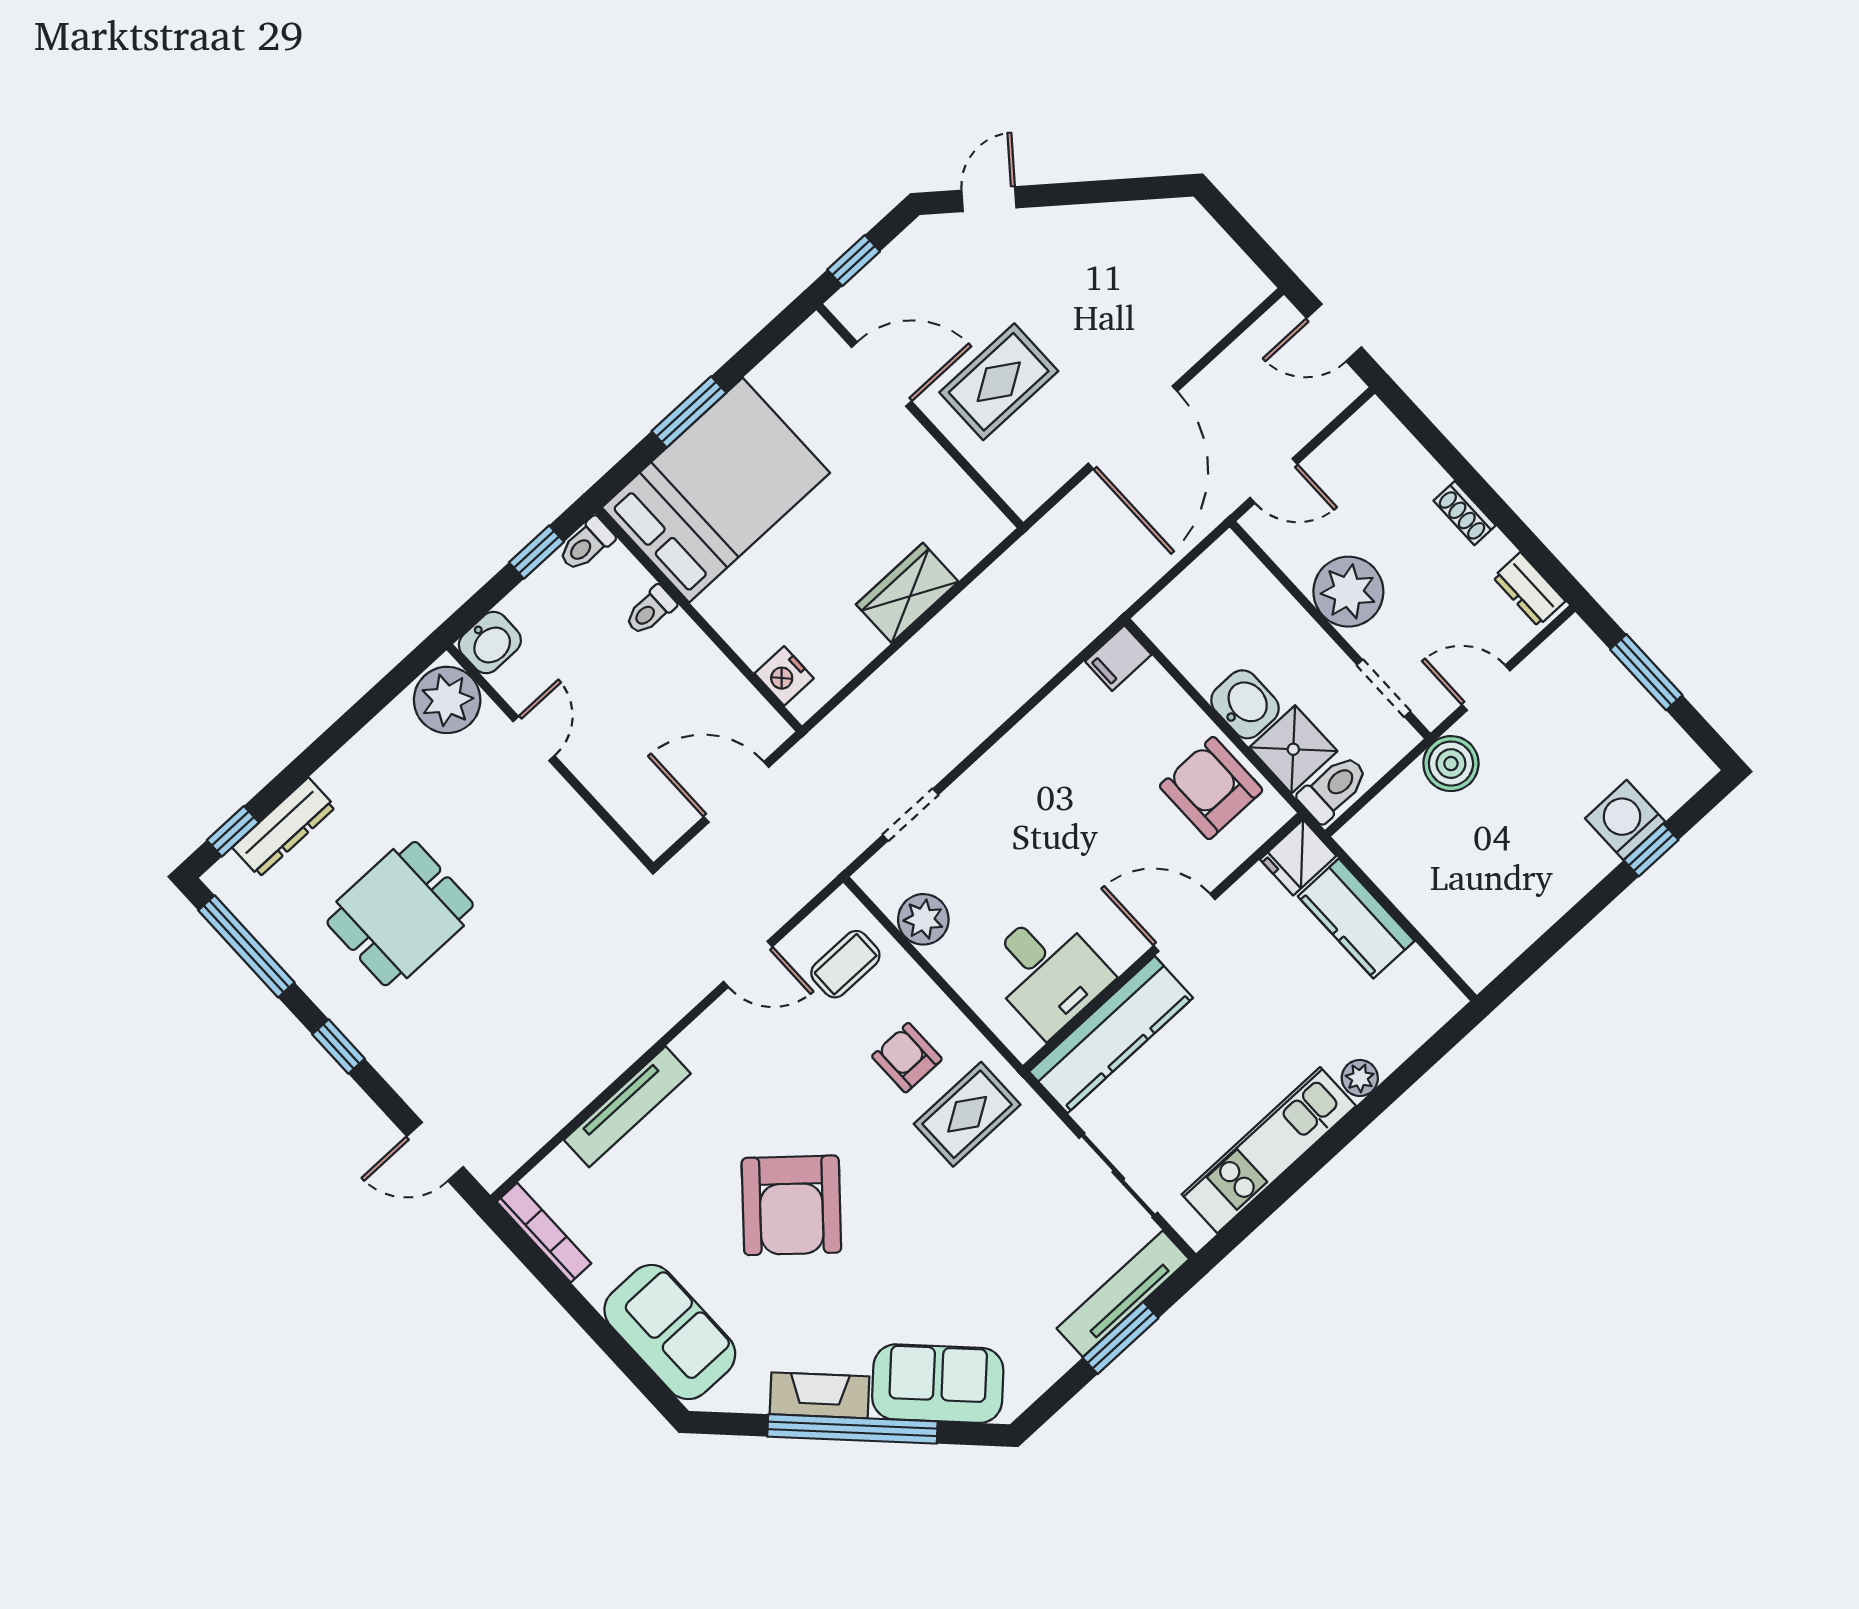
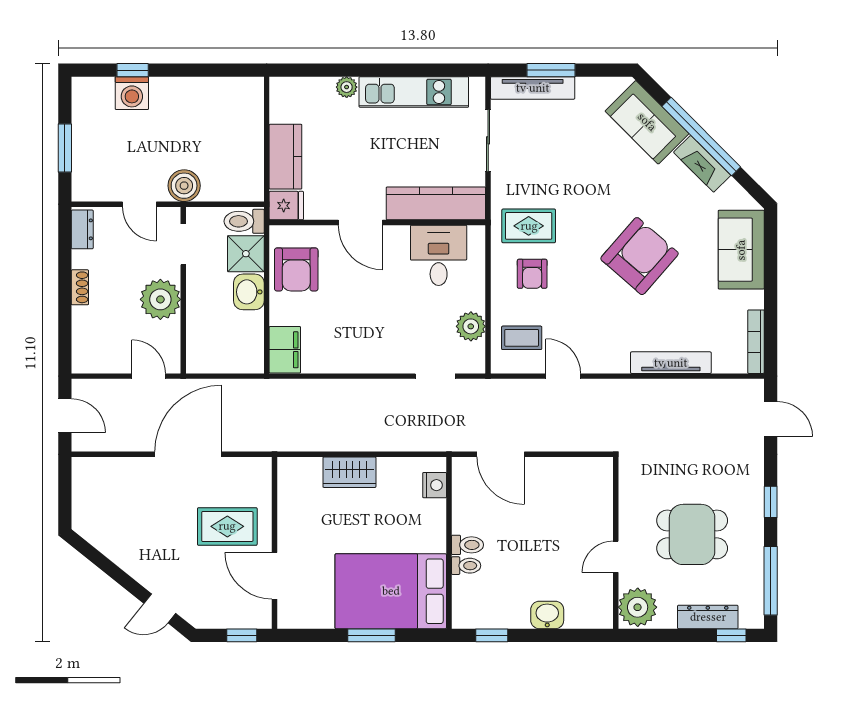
toilet: (586, 544) -> (467, 545), moved
filing cabinet: (1118, 658) -> (285, 350), width x2.00
plant: (447, 700) -> (638, 607), moved
door: (534, 739) -> (616, 557), moved
wall: (550, 756) -> (616, 543), moved

